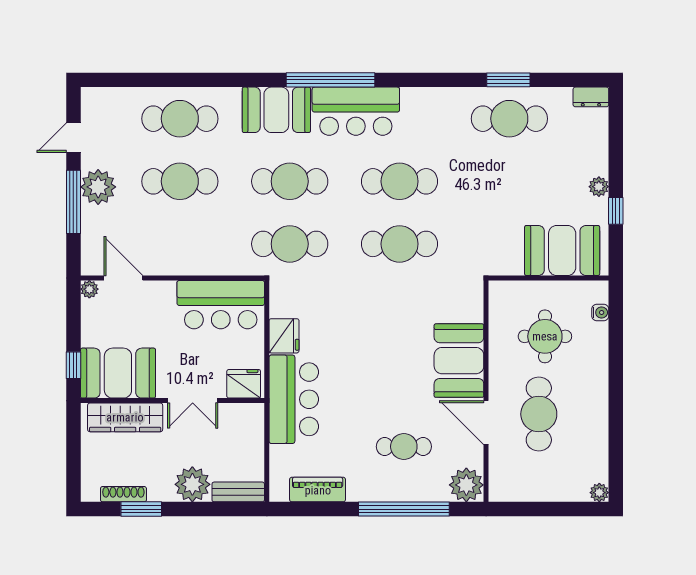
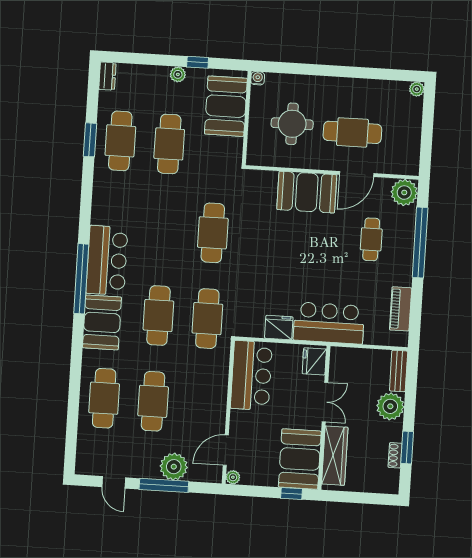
cafe table: (400, 181) -> (169, 144), moved
plant: (98, 187) -> (174, 467), moved
water cooler: (600, 313) -> (258, 78), moved
shoe rack: (123, 494) -> (395, 455), width x0.70

